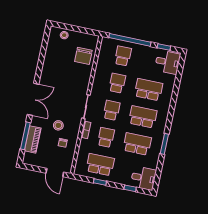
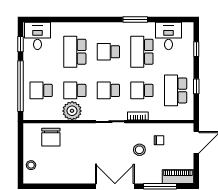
chair: (83, 56) -> (51, 137), turned 90
plant: (101, 77) -> (72, 111), added
school desk: (143, 117) -> (108, 52), width x0.54
piano: (33, 139) -> (178, 177), moved
desk: (143, 178) -> (169, 36), moved

